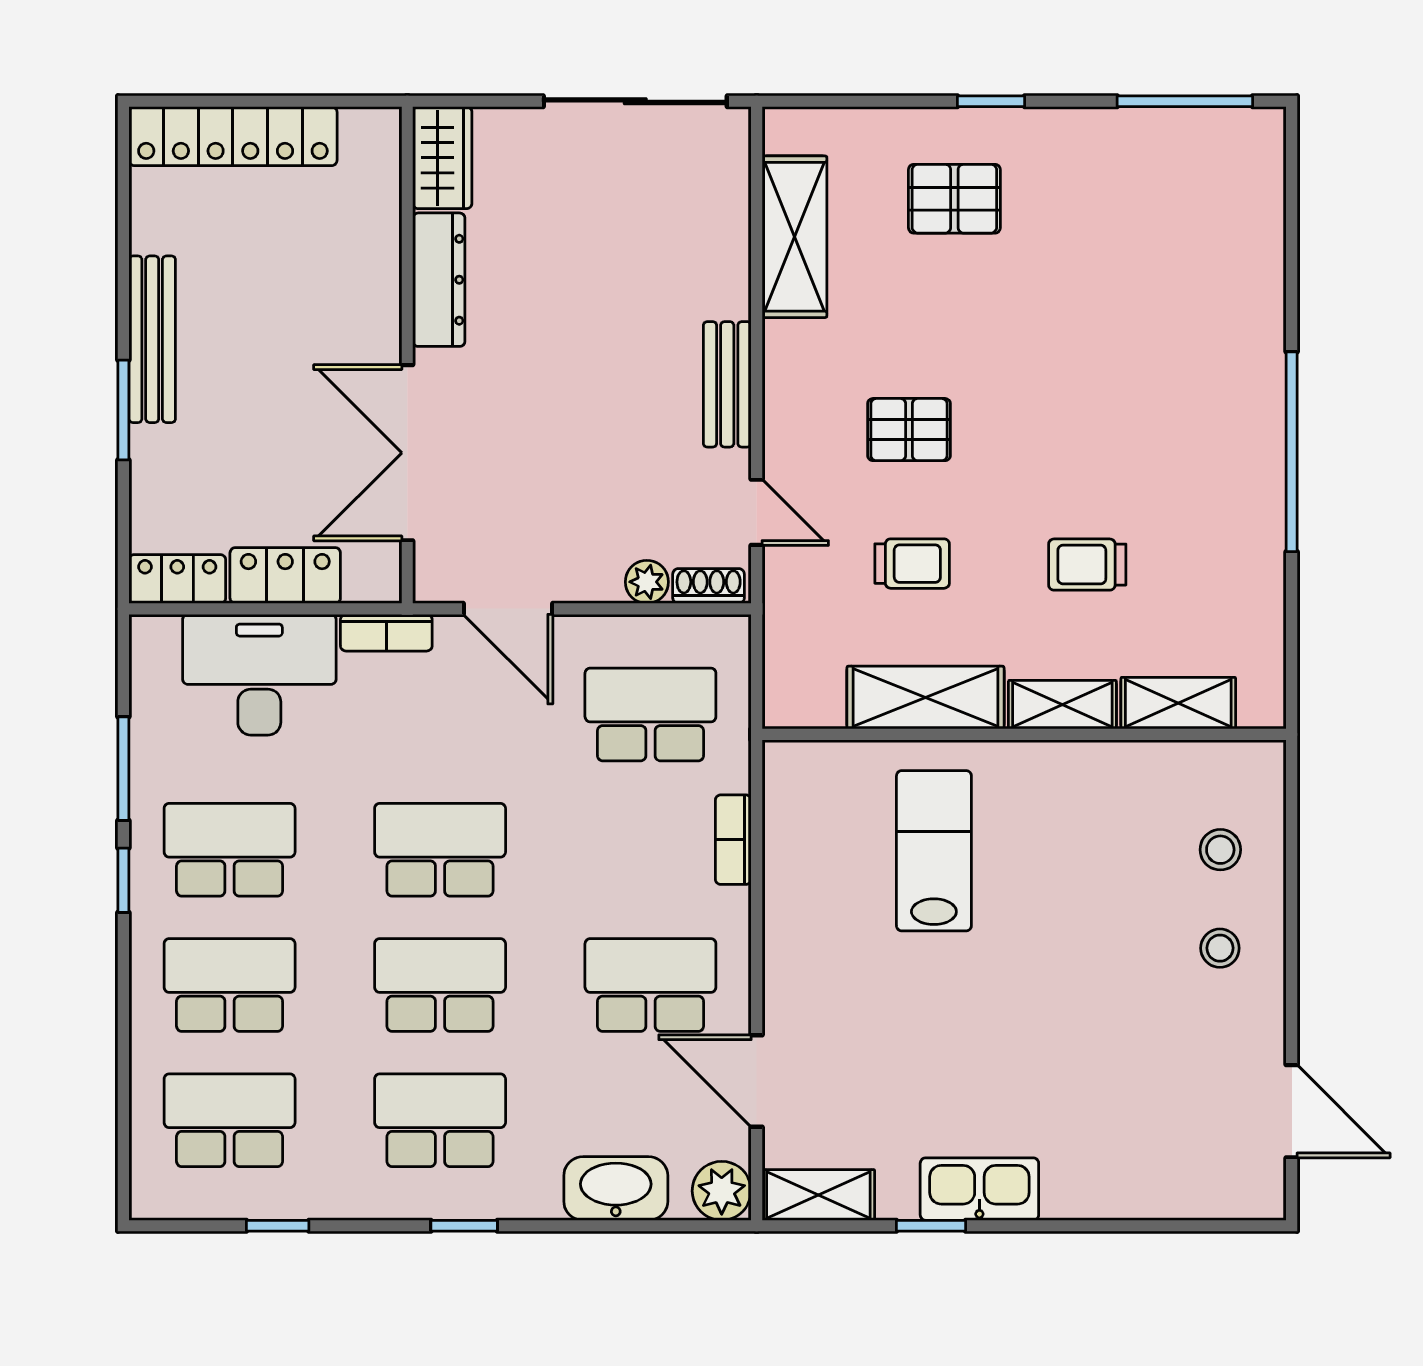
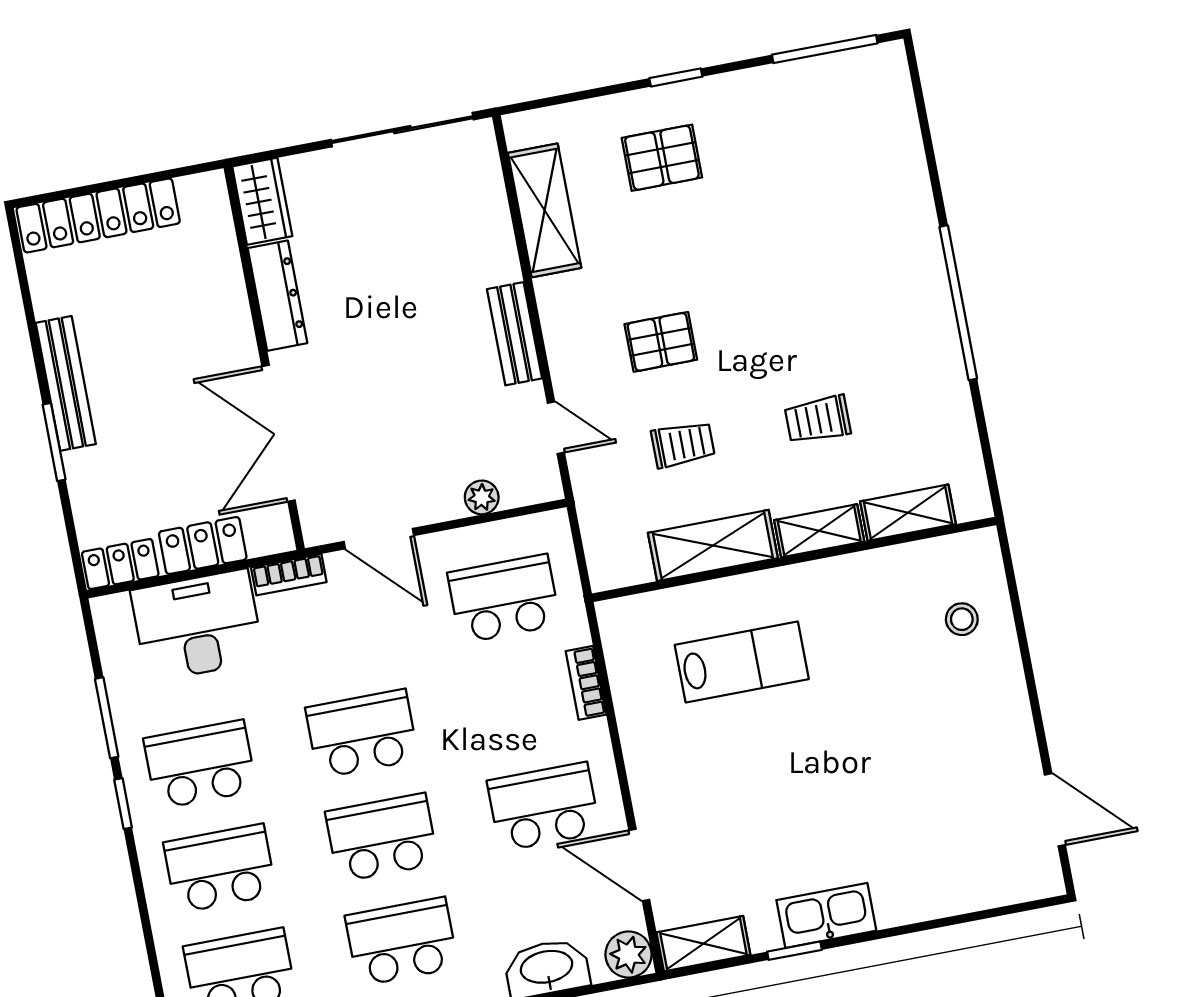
shoe rack: (709, 586) -> (530, 492), removed
lab bench: (934, 851) -> (742, 662), turned 90
stool: (1220, 948) -> (976, 695), removed

